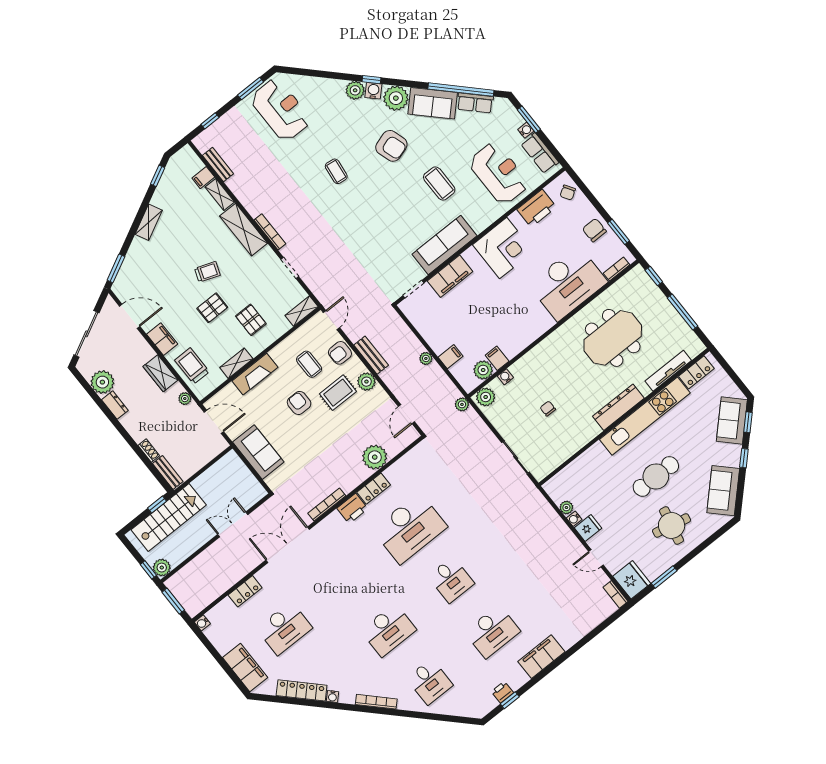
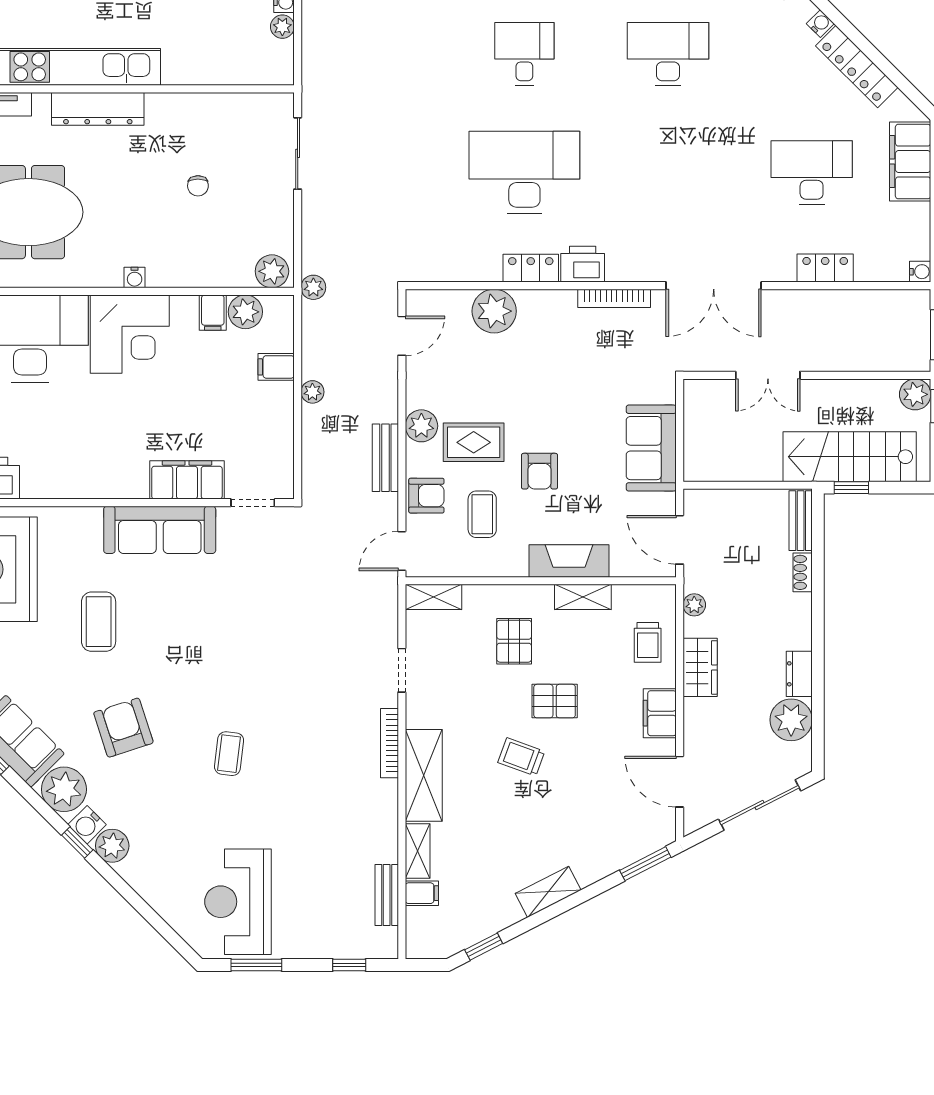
corner desk: (503, 248) -> (130, 334), moved, turned 180
trolley: (192, 366) -> (648, 642), width x0.73, depth x0.72
water cooler: (505, 377) -> (135, 278), moved

